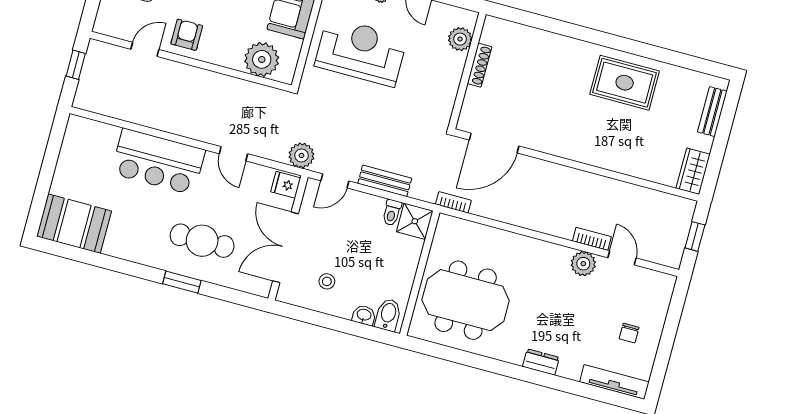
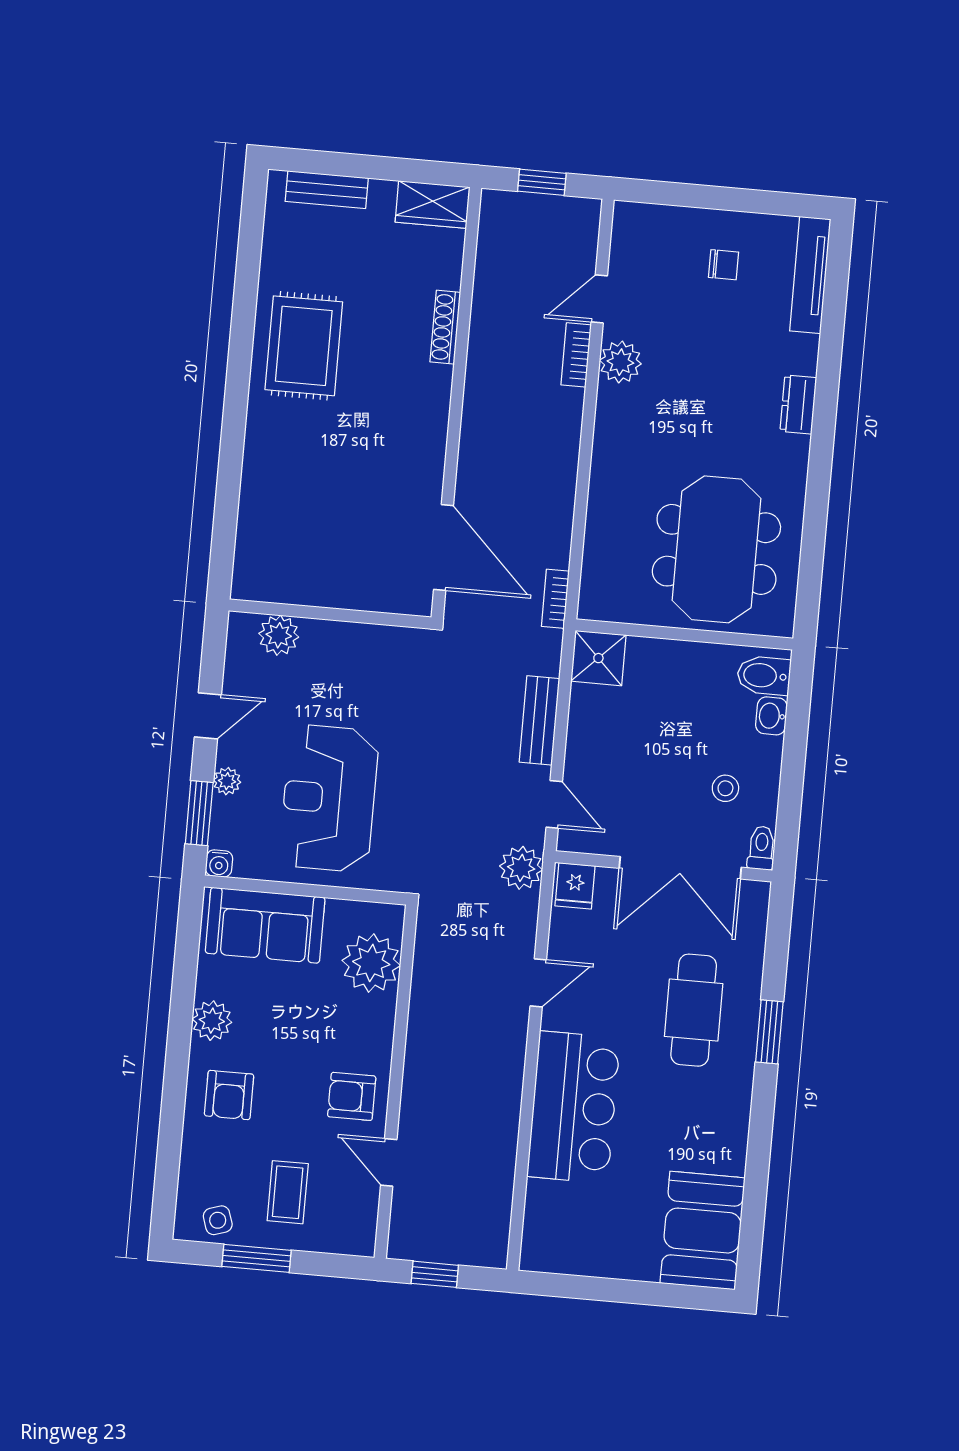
shoe rack: (480, 65) -> (445, 327), moved, turned -90
toilet: (392, 213) -> (761, 848), moved, turned -90

